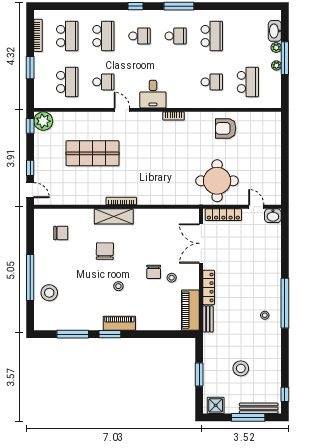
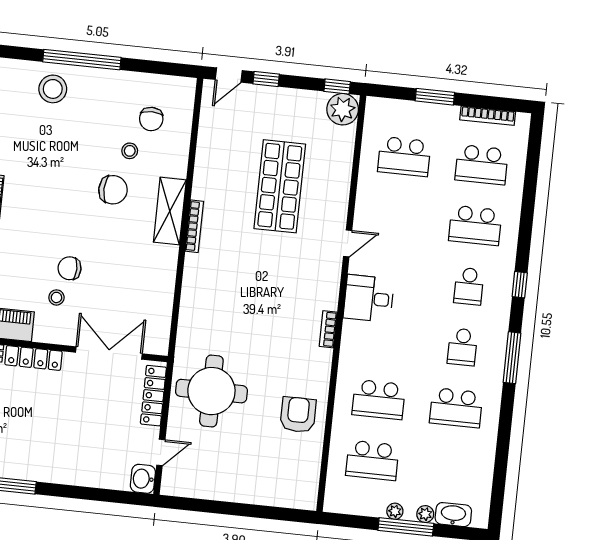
school desk: (103, 82) -> (398, 217), removed
school desk: (212, 82) -> (379, 400), width x1.85
stool: (118, 286) -> (130, 151), moved

